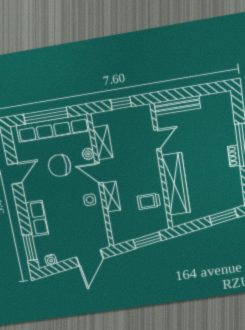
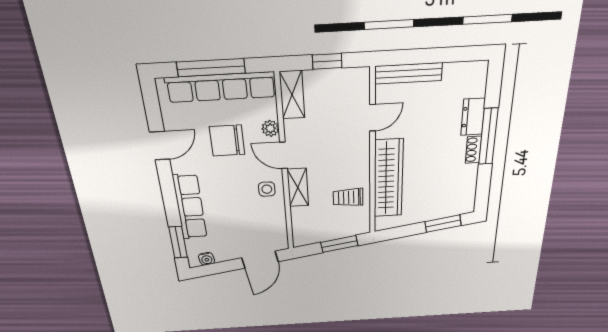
dresser: (228, 132) -> (473, 117), added
shelving: (103, 143) -> (292, 95), moved
row of seats: (37, 218) -> (190, 207), width x1.48

